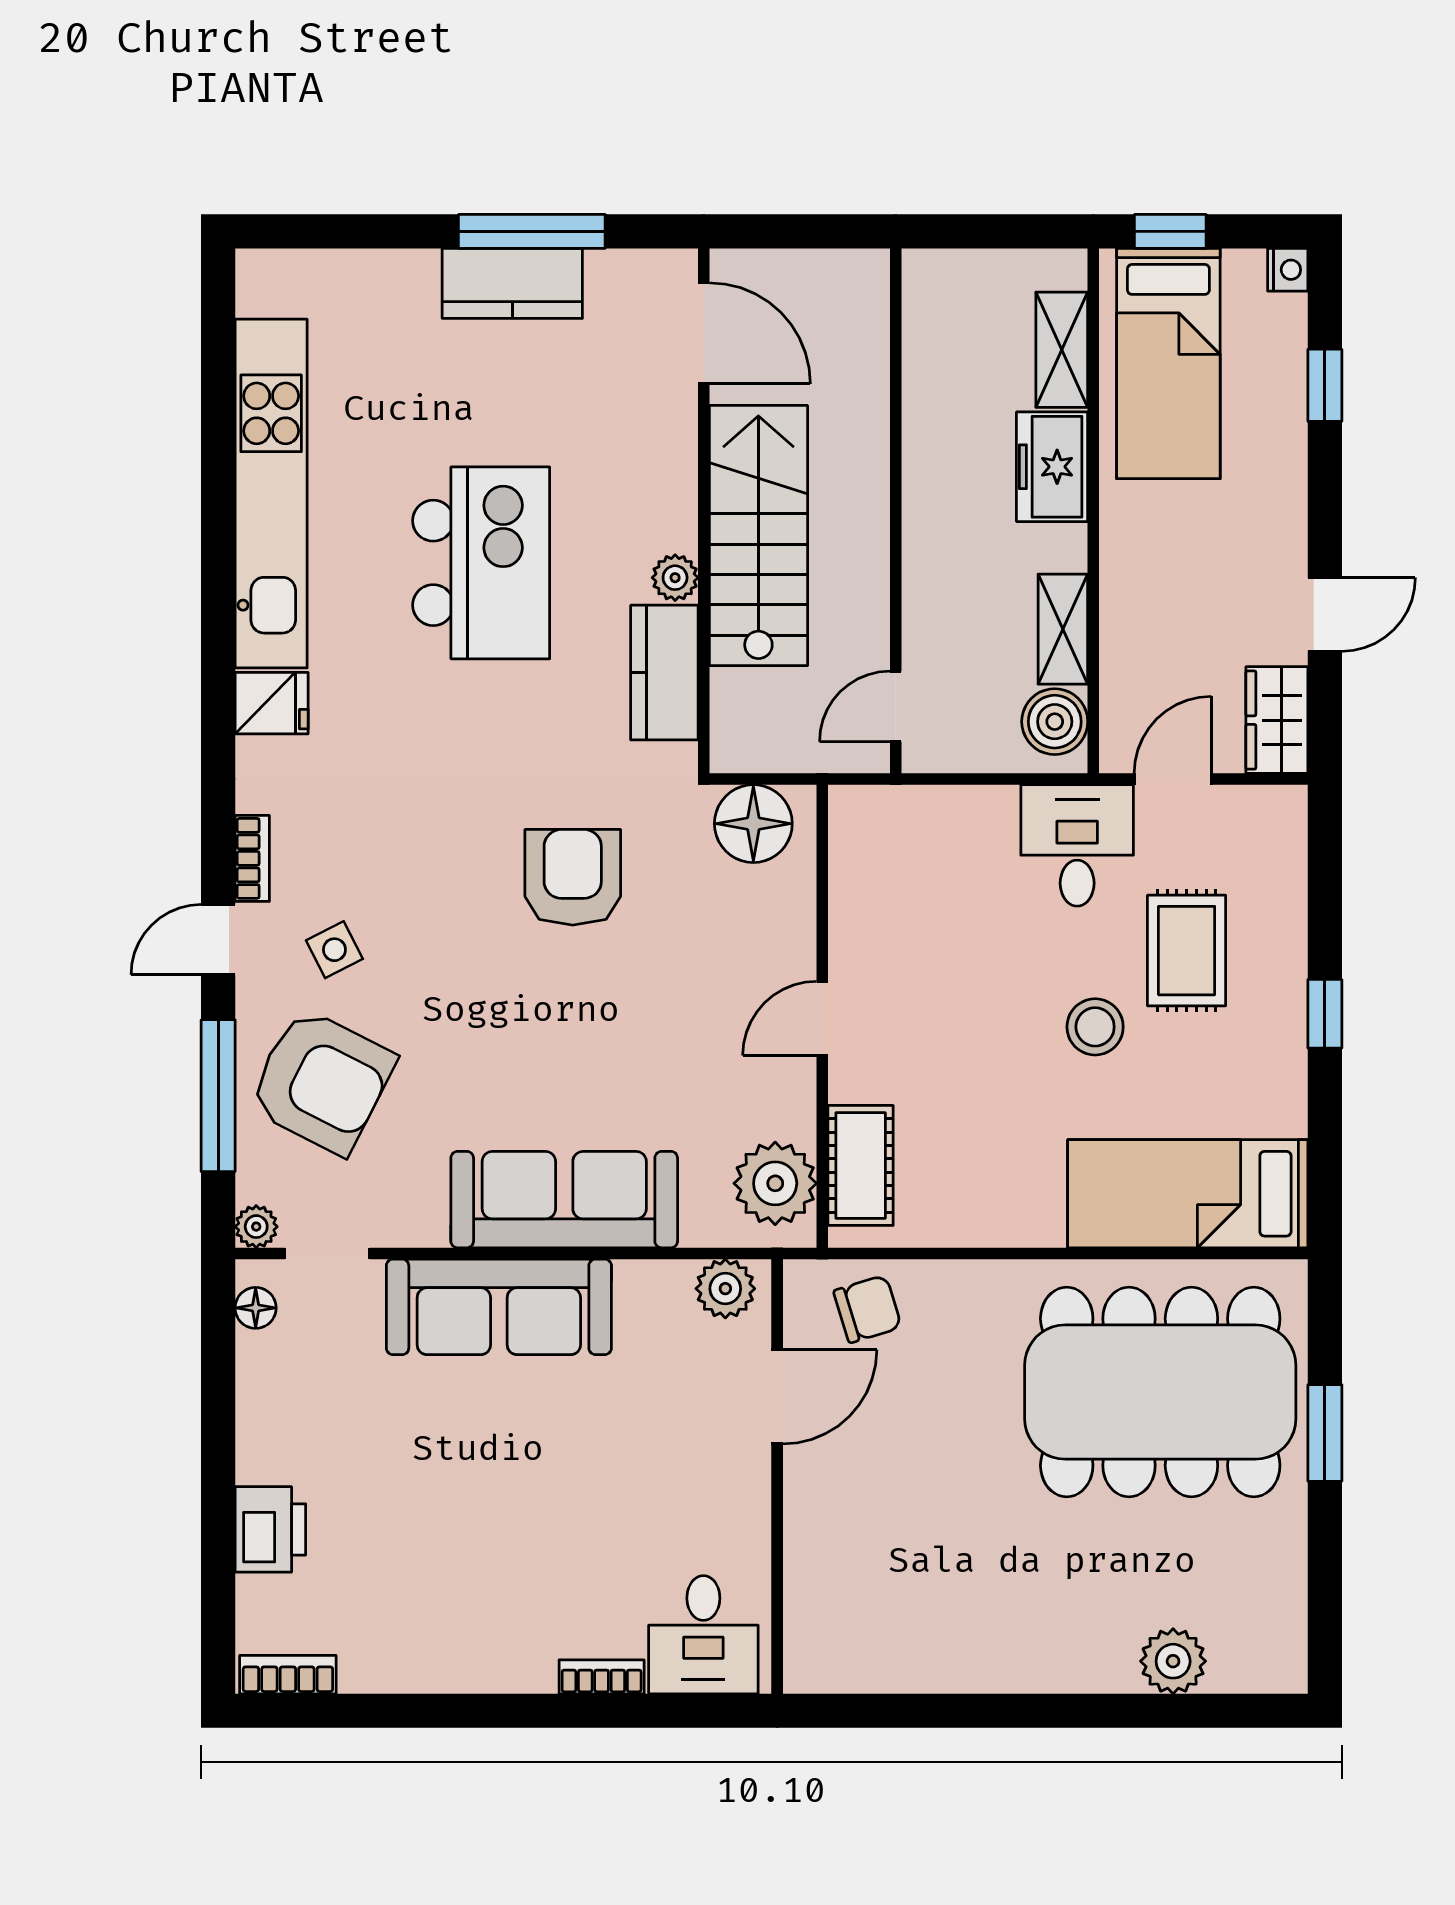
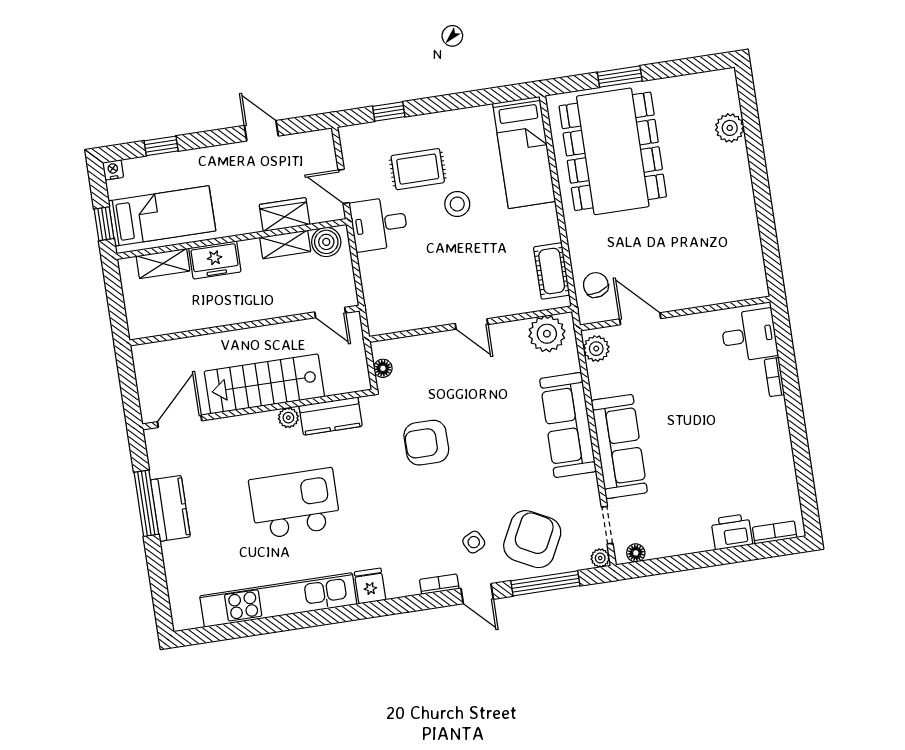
wardrobe: (1277, 720) -> (285, 215), moved, turned 180
floor lamp: (753, 824) -> (383, 368), width x0.53, depth x0.53
window: (1325, 1014) -> (389, 112), moved
cot: (861, 1165) -> (552, 271), moved, turned 90
bookcase: (288, 1675) -> (775, 532), moved, turned 90

